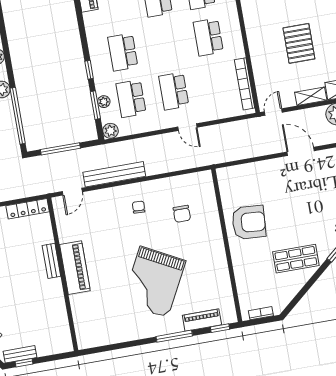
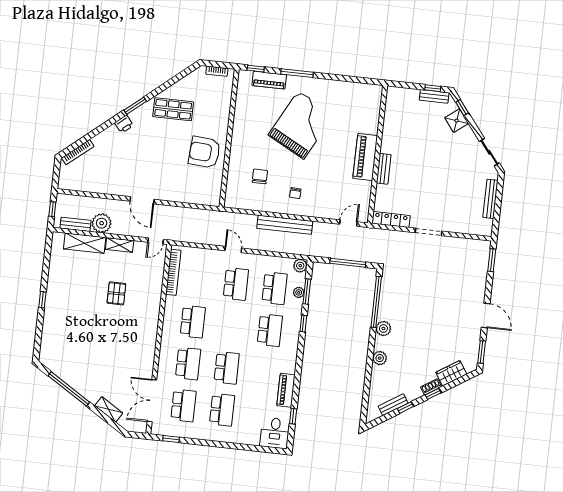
pallet: (299, 43) -> (116, 293), width x0.67, depth x0.71
bench: (114, 174) -> (285, 225), moved

